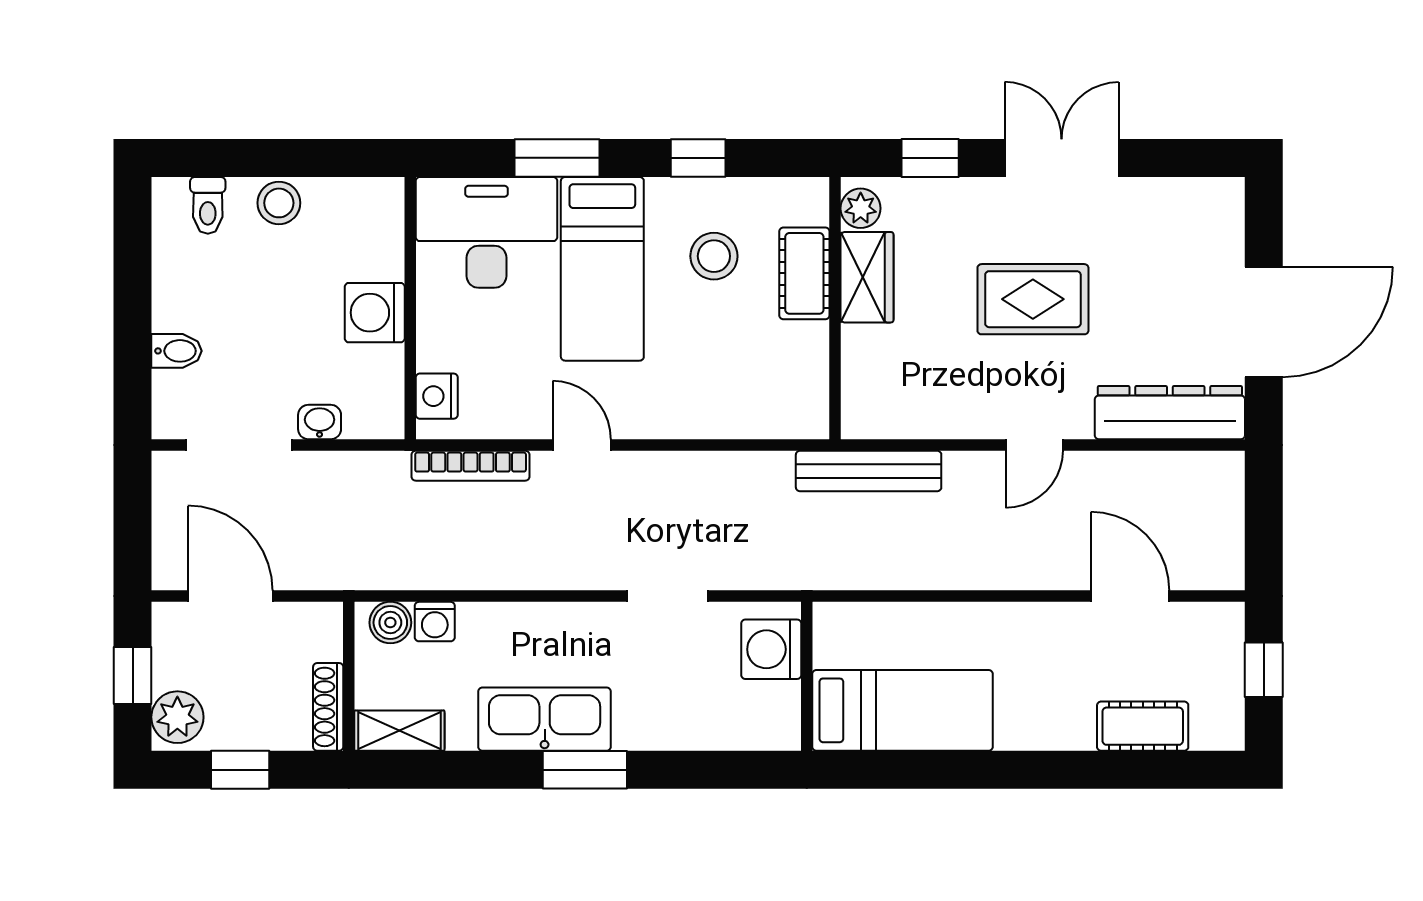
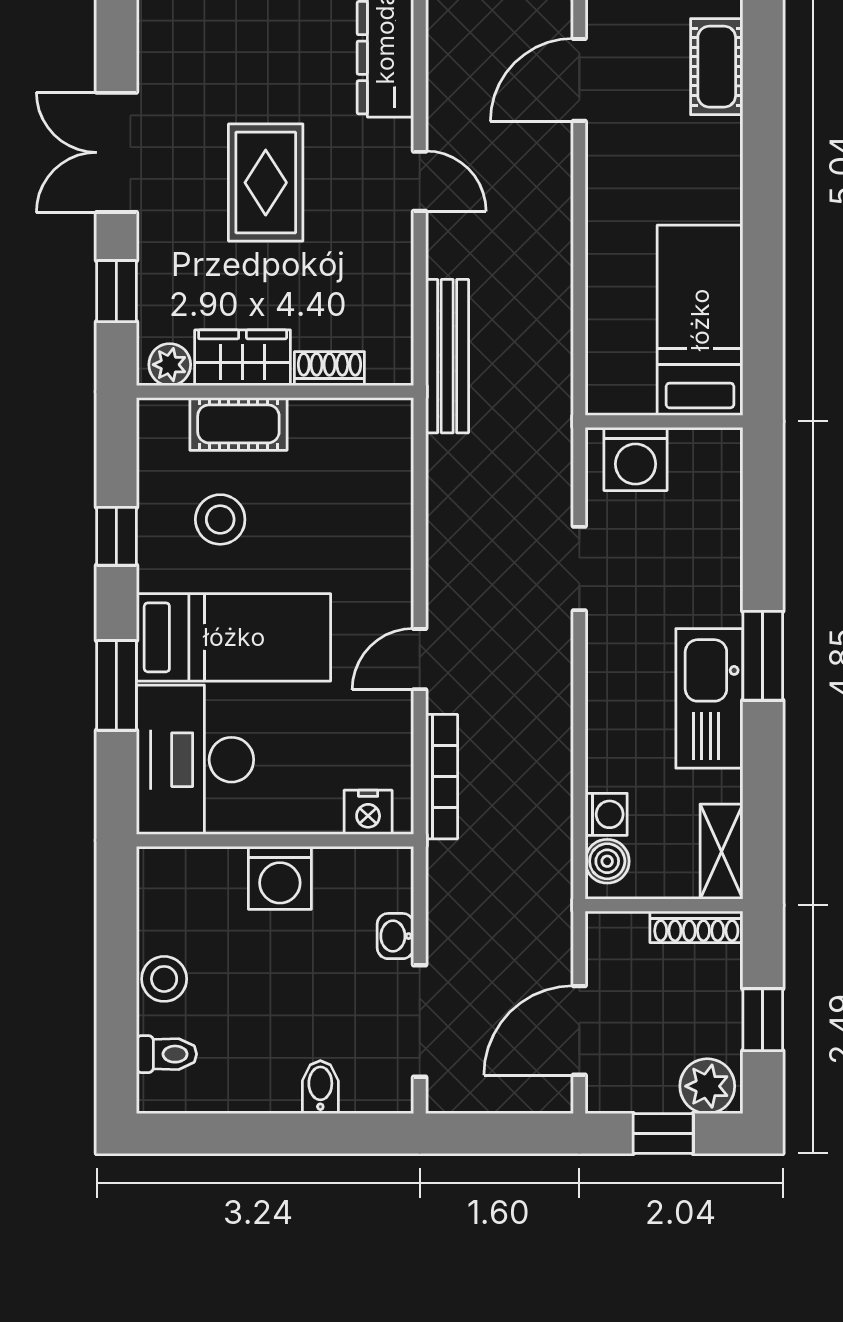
shoe rack: (857, 360) -> (329, 369), added

